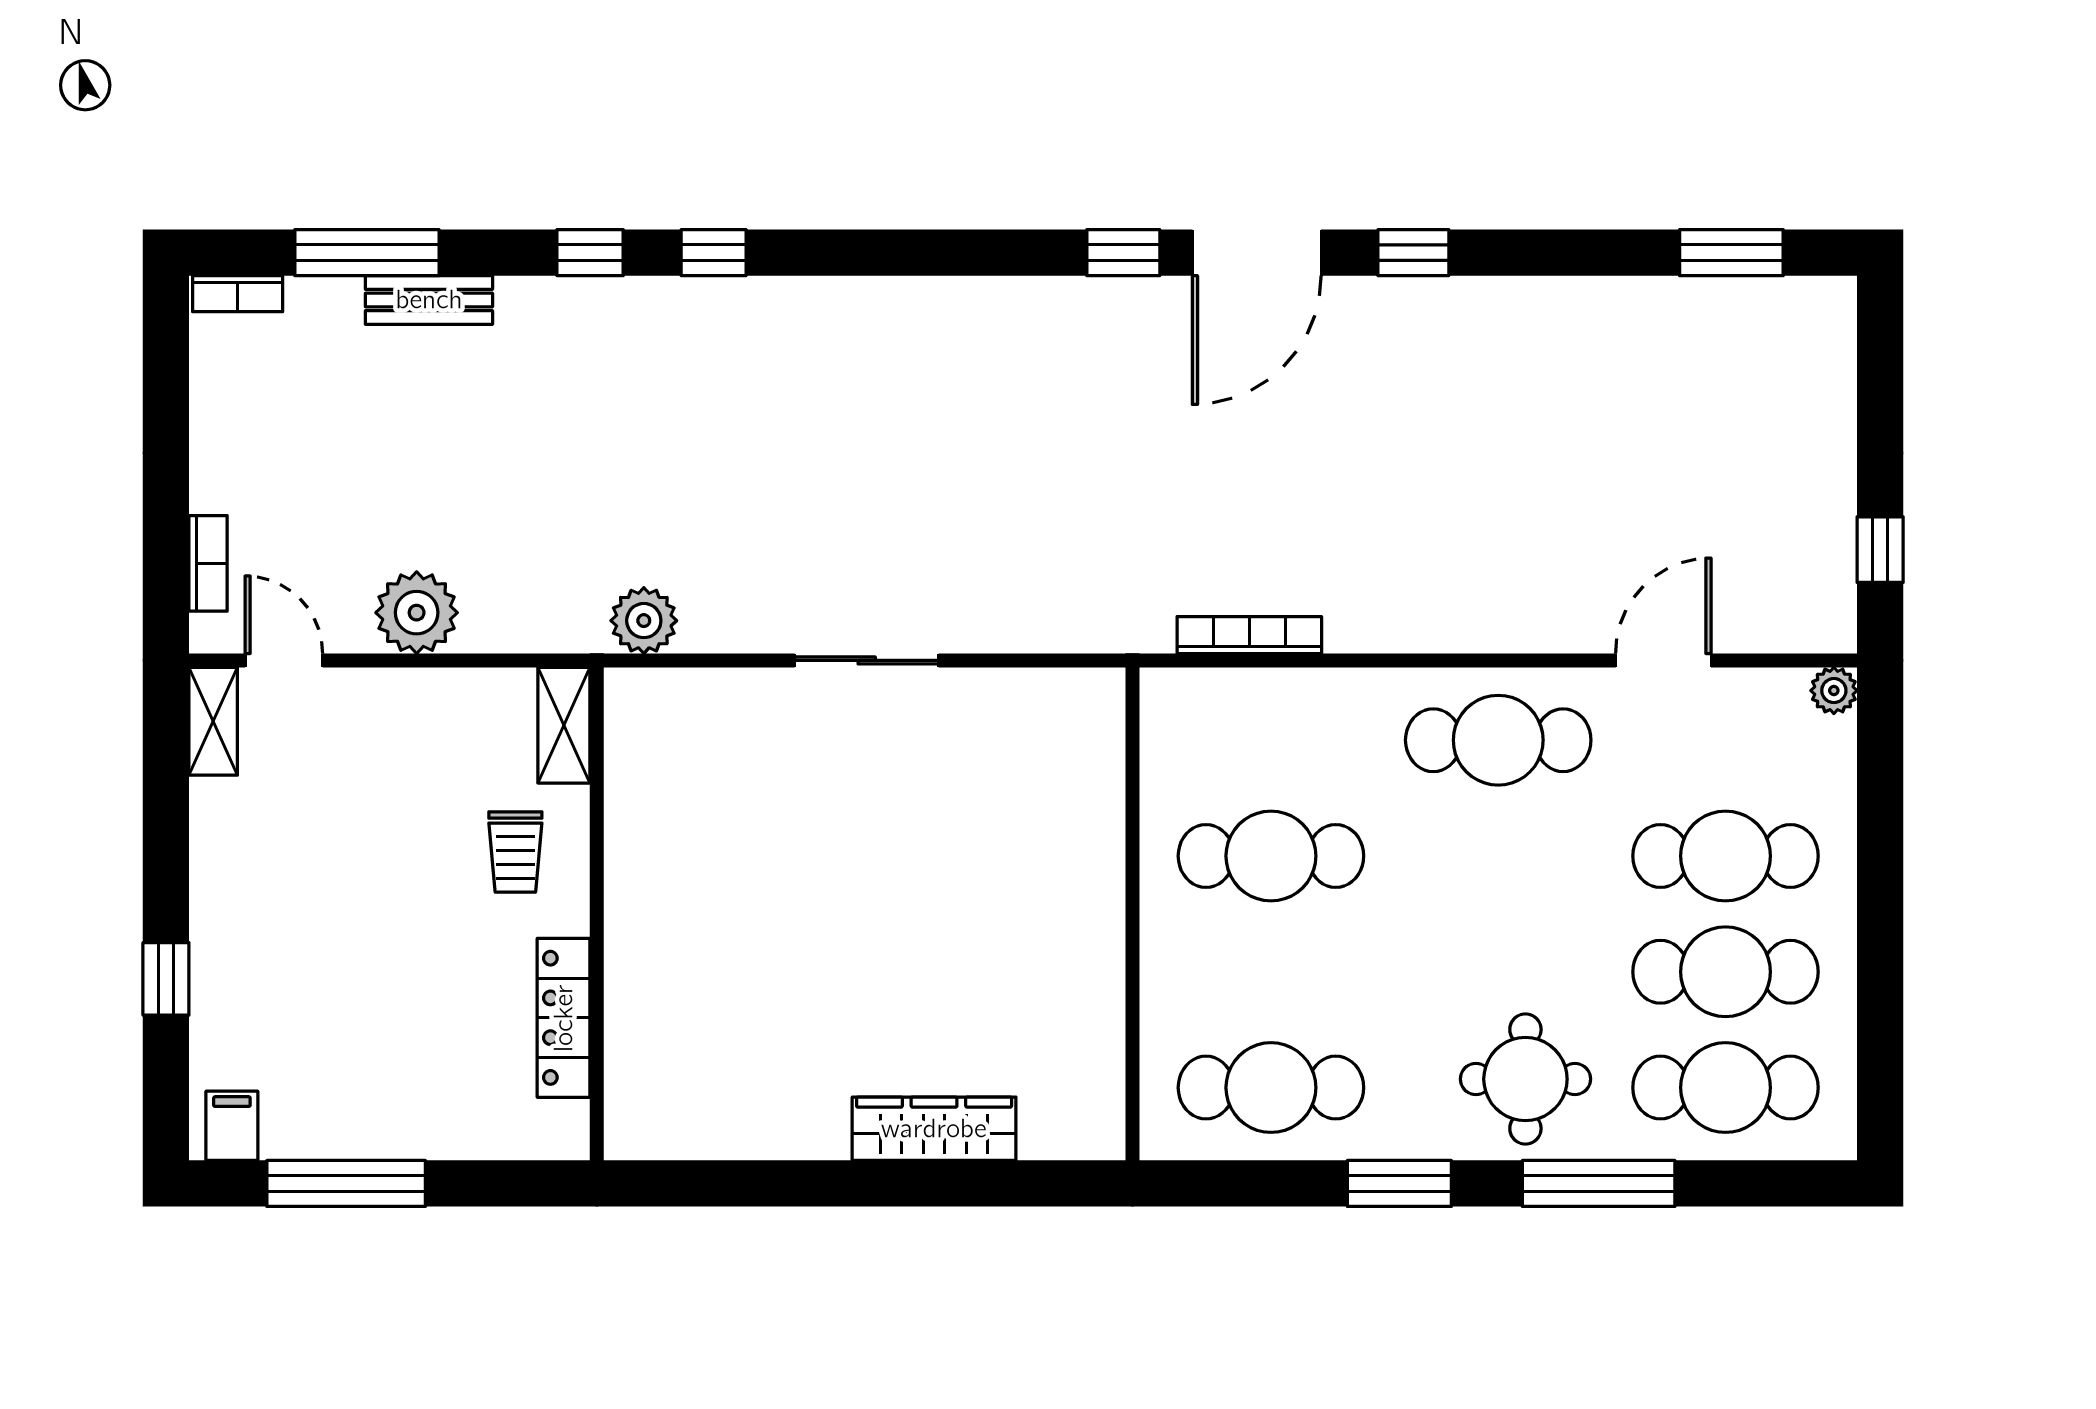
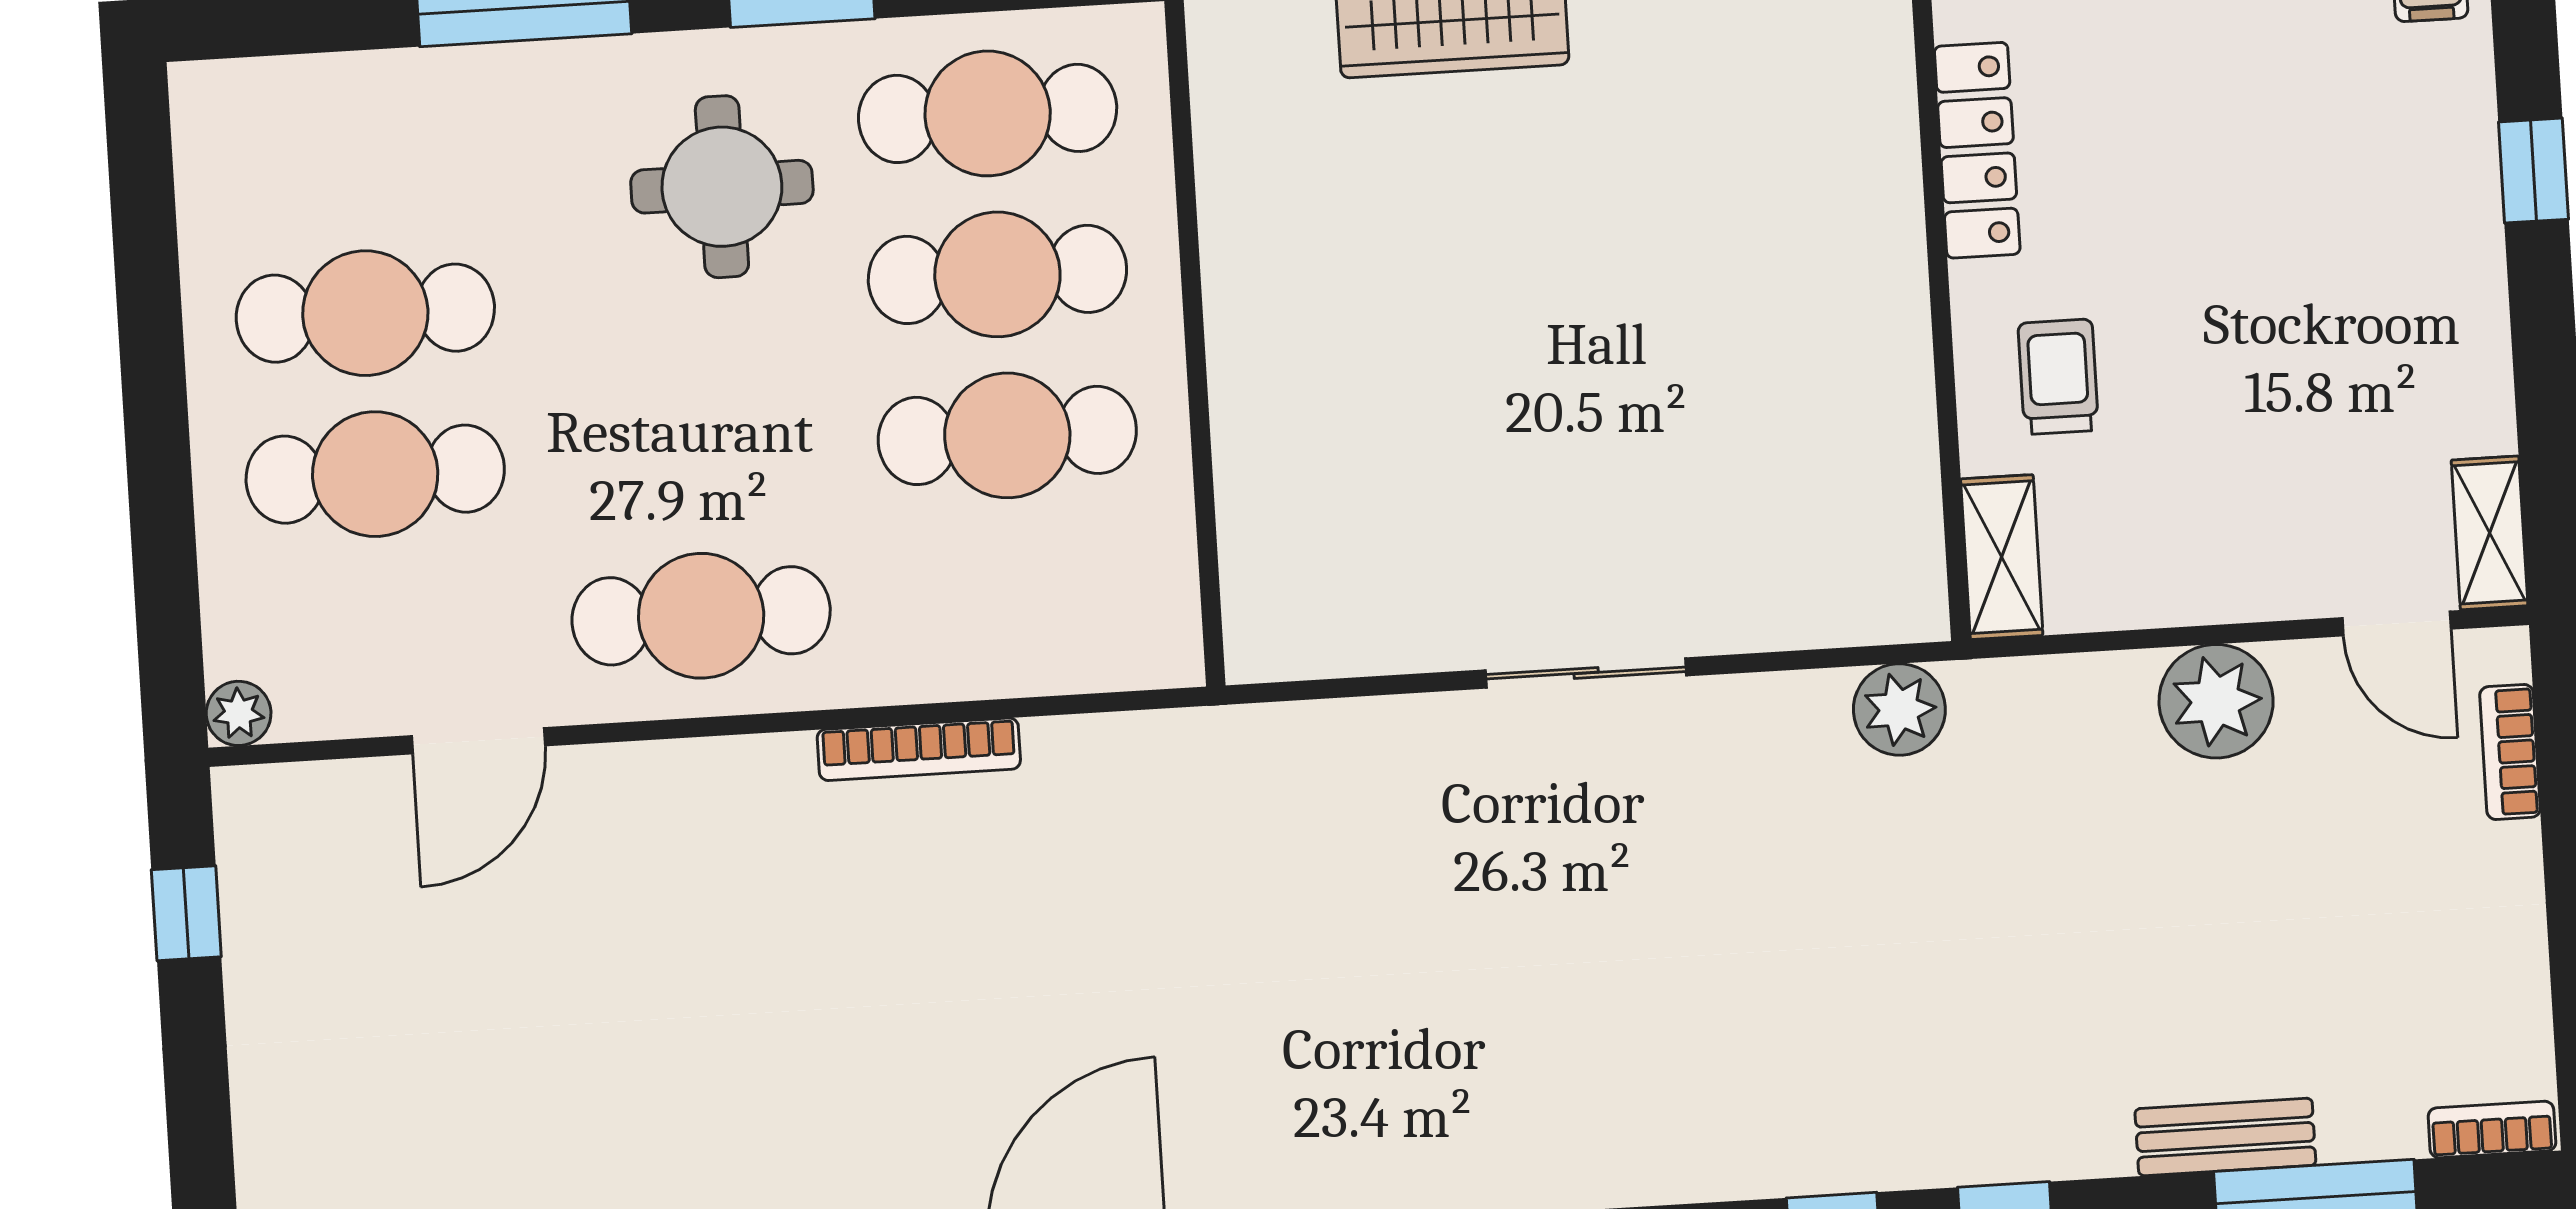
bookcase: (1249, 635) -> (919, 749), moved
round table: (1525, 1079) -> (722, 187), moved
cafe table: (1725, 1088) -> (997, 274), moved

